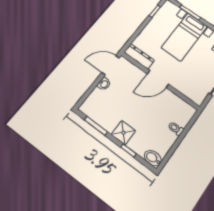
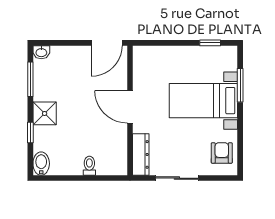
dresser: (139, 56) -> (141, 154), moved
door: (111, 65) -> (107, 43), swing flipped
washbasin: (104, 84) -> (41, 52), moved

